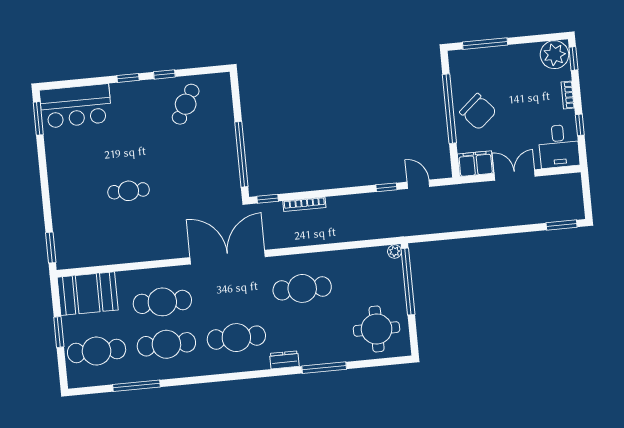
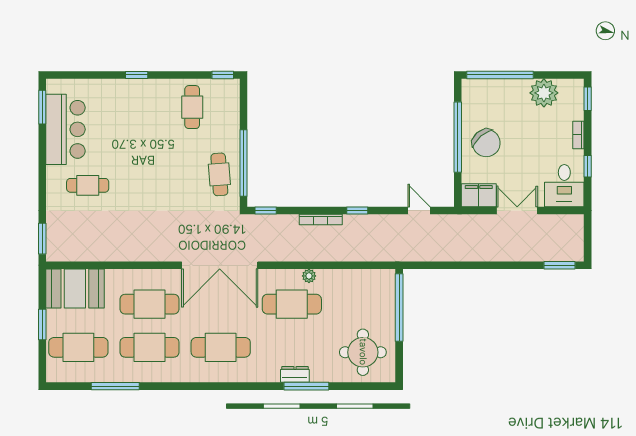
window: (485, 44) -> (500, 75), width x1.46
plant: (554, 55) -> (544, 93), moved
window: (164, 74) -> (223, 75), moved
cafe table: (186, 104) -> (192, 107), turned -30
bar counter: (76, 106) -> (65, 129), moved, turned -90
cafe table: (219, 168) -> (219, 174), added
window: (386, 187) -> (357, 210), moved
cafe table: (129, 191) -> (88, 185), moved
bookcase: (304, 204) -> (321, 220), moved
plant: (395, 252) -> (309, 276), moved
double door: (228, 257) -> (220, 265), swing flipped
dresser: (284, 360) -> (295, 374), moved

